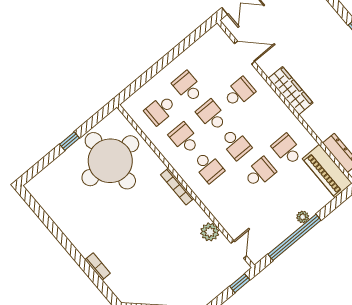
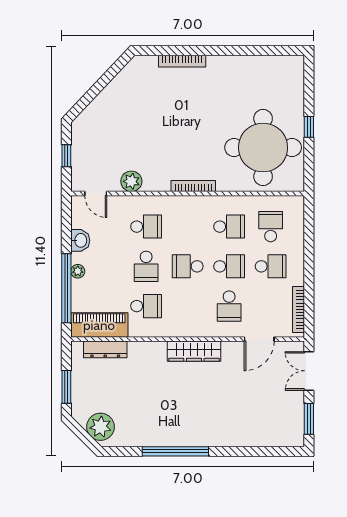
bookcase: (201, 43) -> (299, 309), added
school desk: (208, 167) -> (146, 227), moved, turned 180
washbasin: (280, 233) -> (80, 240), added
window: (294, 237) -> (66, 288), moved
bookcase: (98, 266) -> (182, 61), width x1.56
window: (240, 283) -> (66, 156), moved

